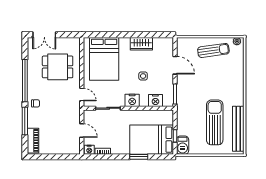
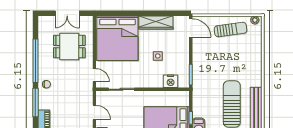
double door: (44, 35) -> (67, 13), moved
wardrobe: (141, 44) -> (156, 23), width x1.50
bed: (104, 59) -> (117, 38), width x1.36
door: (175, 65) -> (191, 28), moved
nightstand: (132, 100) -> (146, 81), removed

